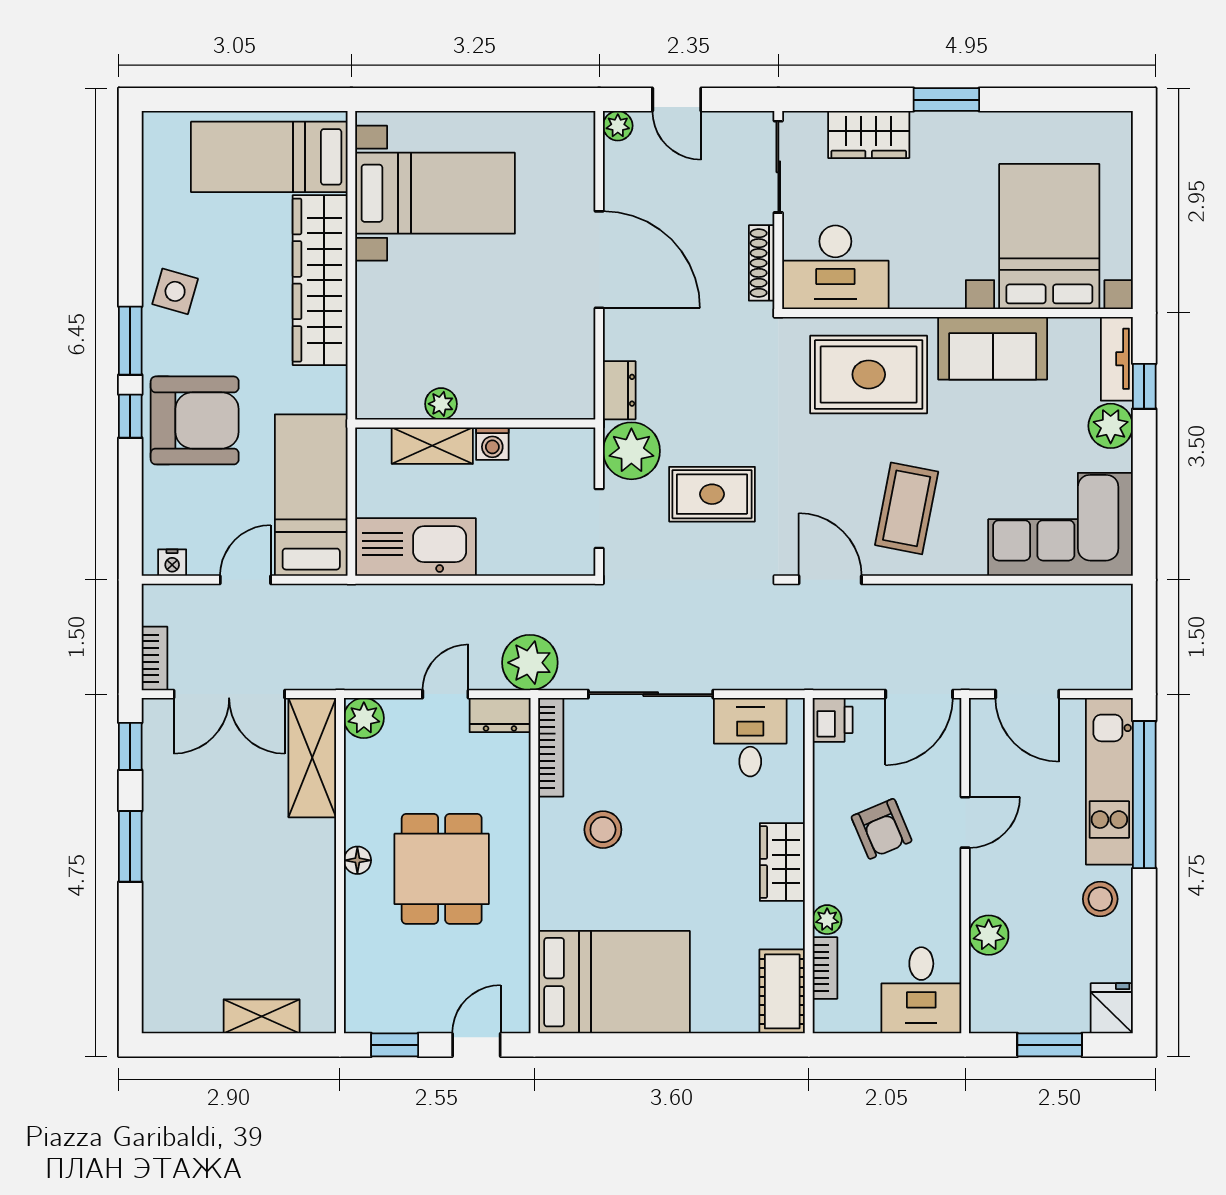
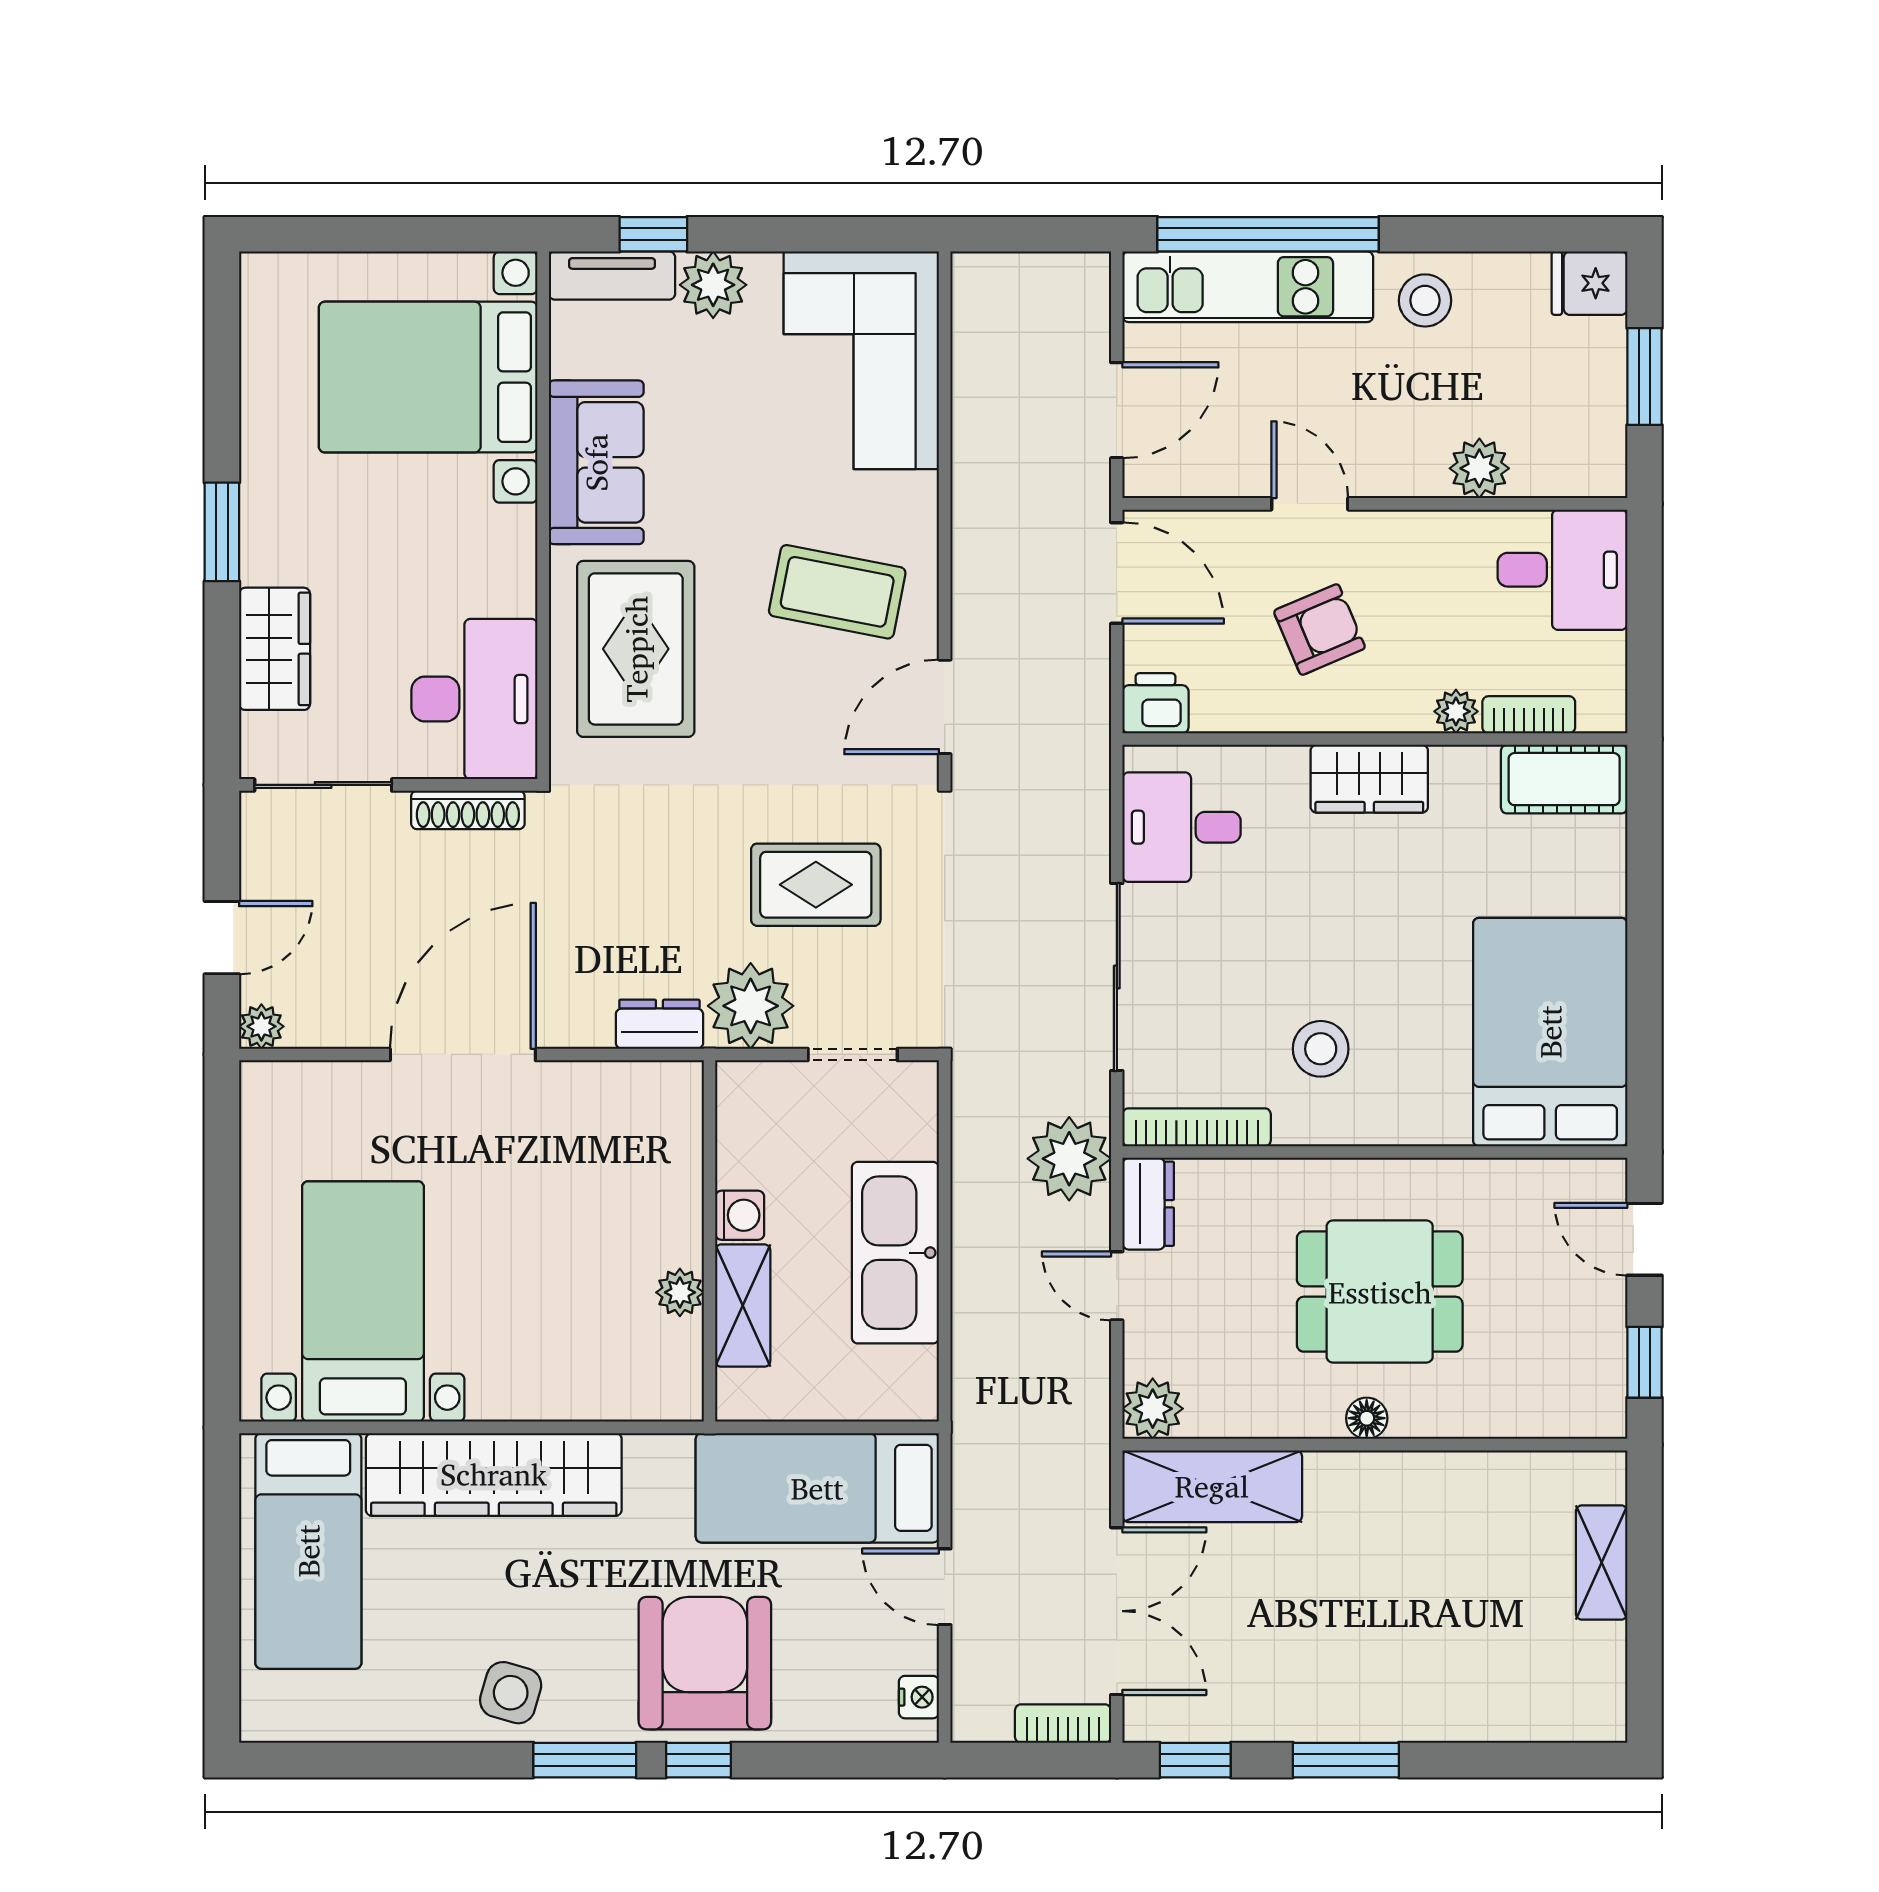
rug: (712, 494) -> (816, 885), turned 90
kitchen sink: (416, 547) -> (895, 1253), moved

